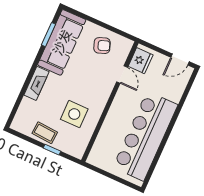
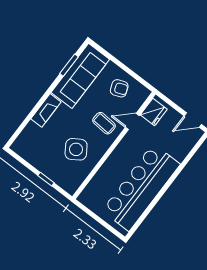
door: (122, 75) -> (132, 121), swing flipped
side table: (74, 114) -> (76, 149), turned -33
coffee table: (45, 133) -> (104, 123), moved

